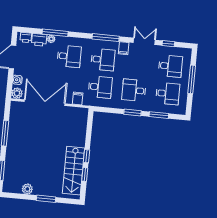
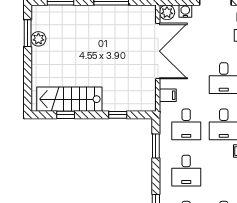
desk: (134, 90) -> (186, 171), turned 180
window: (132, 112) -> (156, 146), moved
window: (87, 156) -> (118, 115), moved
window: (46, 199) -> (28, 33), moved

